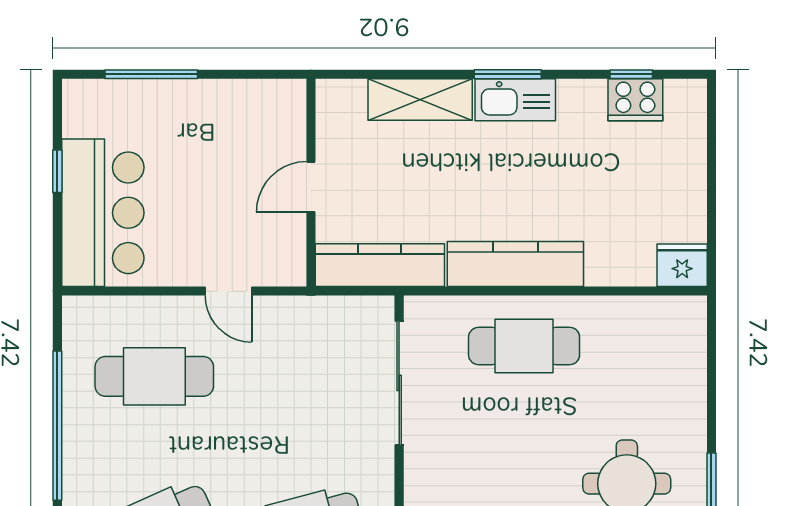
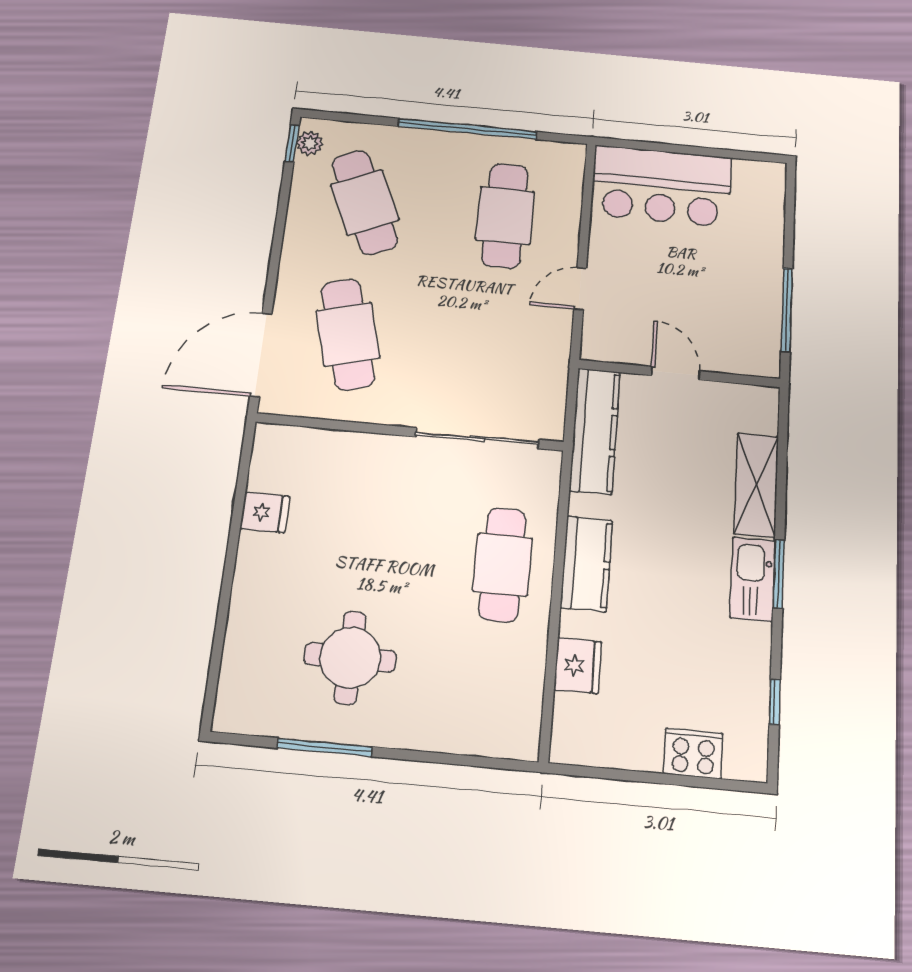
window: (151, 74) -> (787, 310), moved
cooker: (635, 100) -> (693, 753), moved, turned 90
window: (57, 171) -> (702, 151), removed
kitchen counter: (515, 264) -> (586, 564), width x0.67
fridge: (682, 265) -> (578, 666), moved

